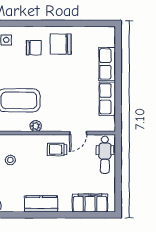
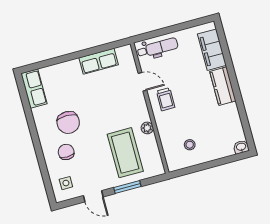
chair: (61, 44) -> (68, 122), moved
row of seats: (107, 64) -> (34, 89), moved, turned -90
kitchen counter: (41, 204) -> (223, 86), moved

